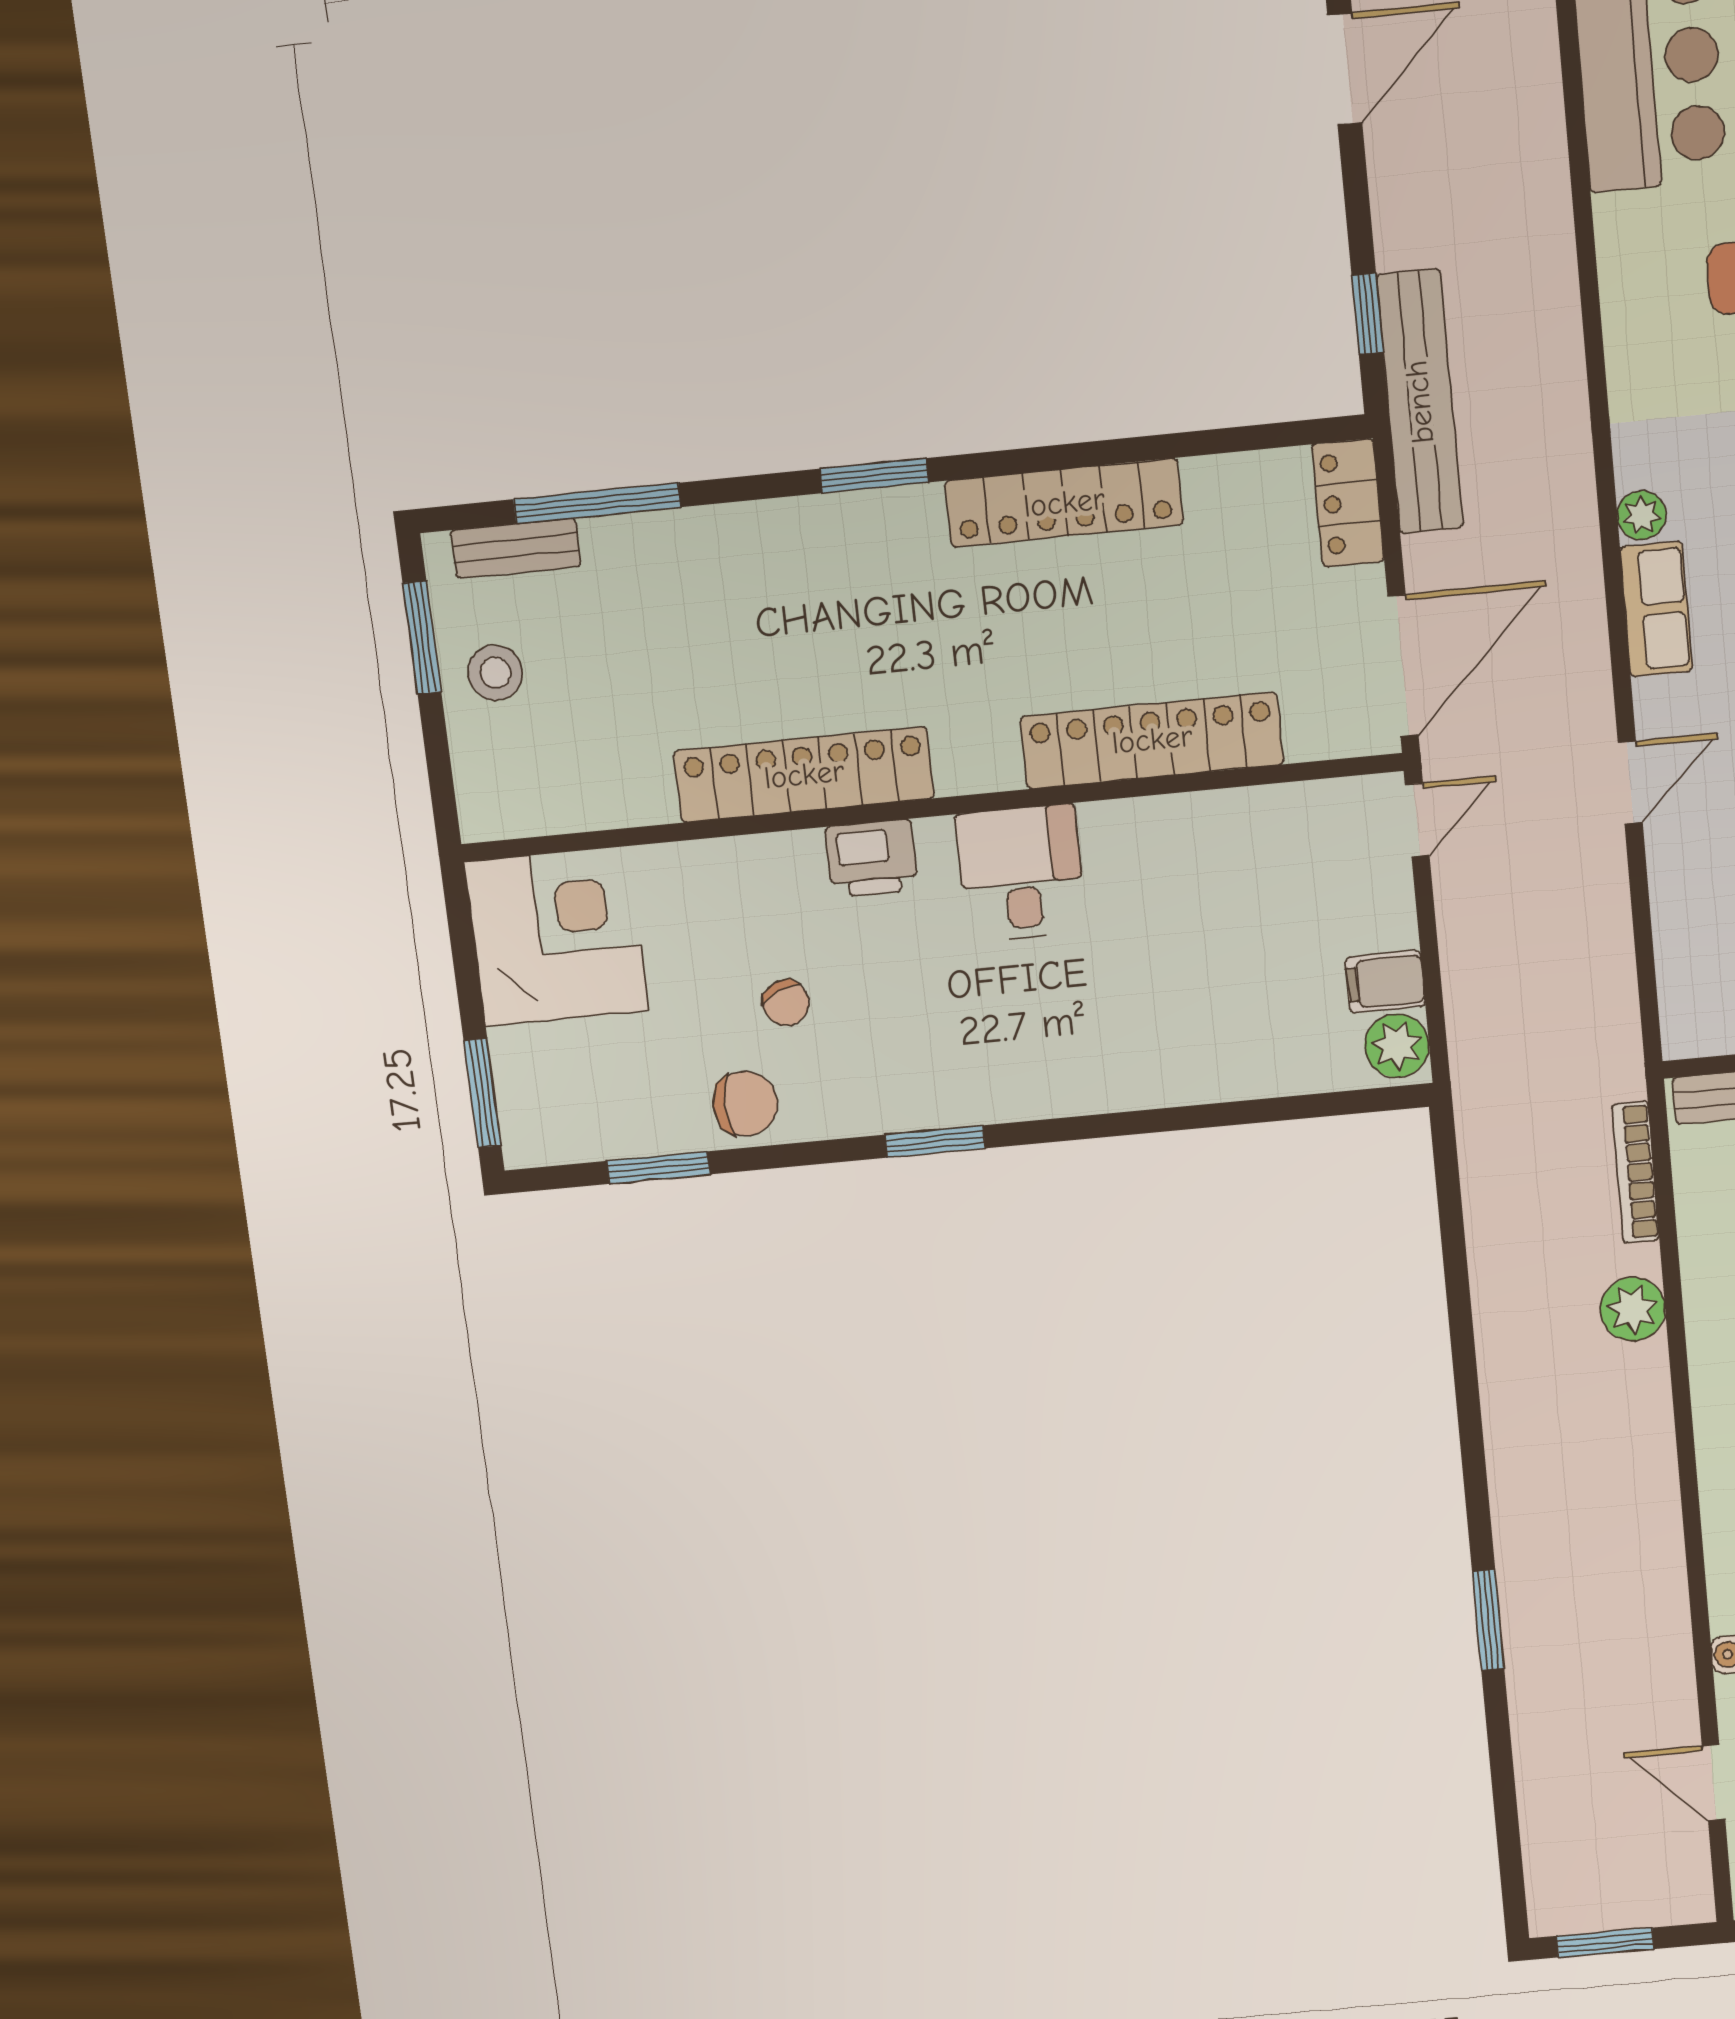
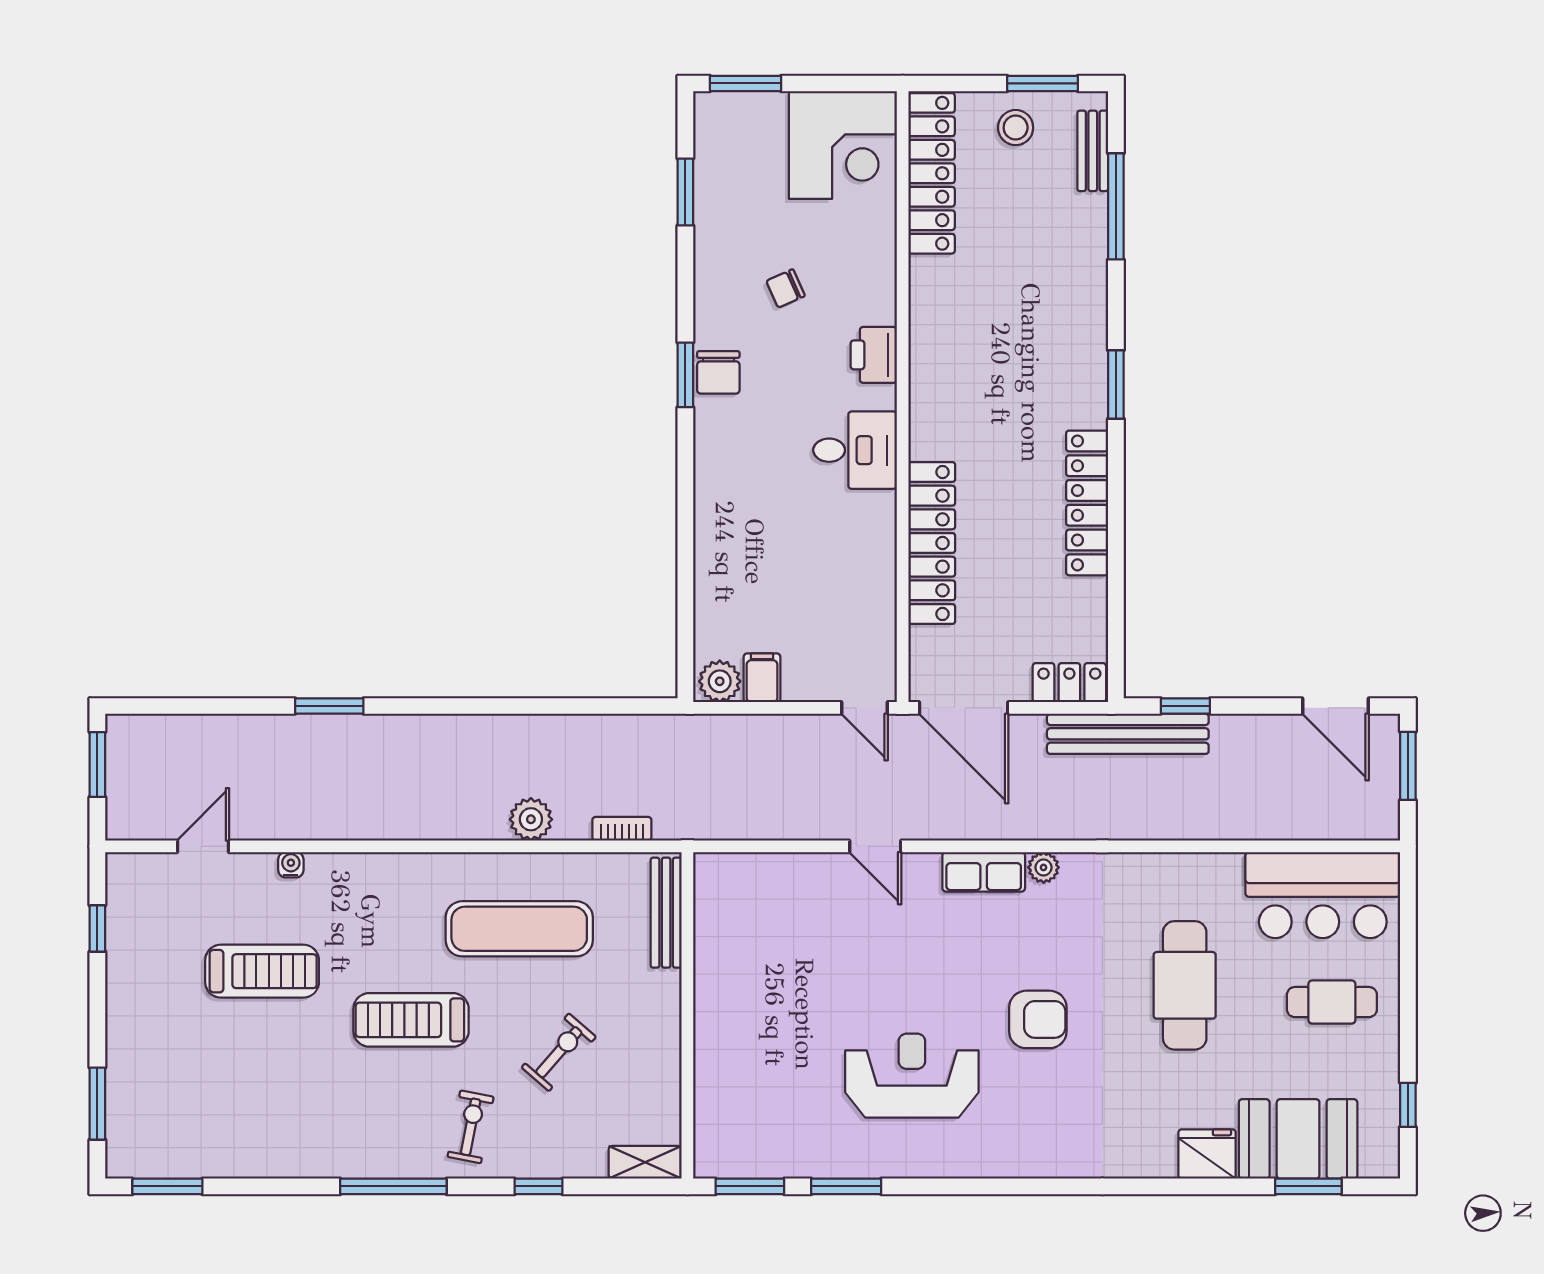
locker: (804, 775) -> (932, 173), moved
chair: (745, 1104) -> (718, 372), moved
bookcase: (1636, 1172) -> (622, 829), width x0.64

